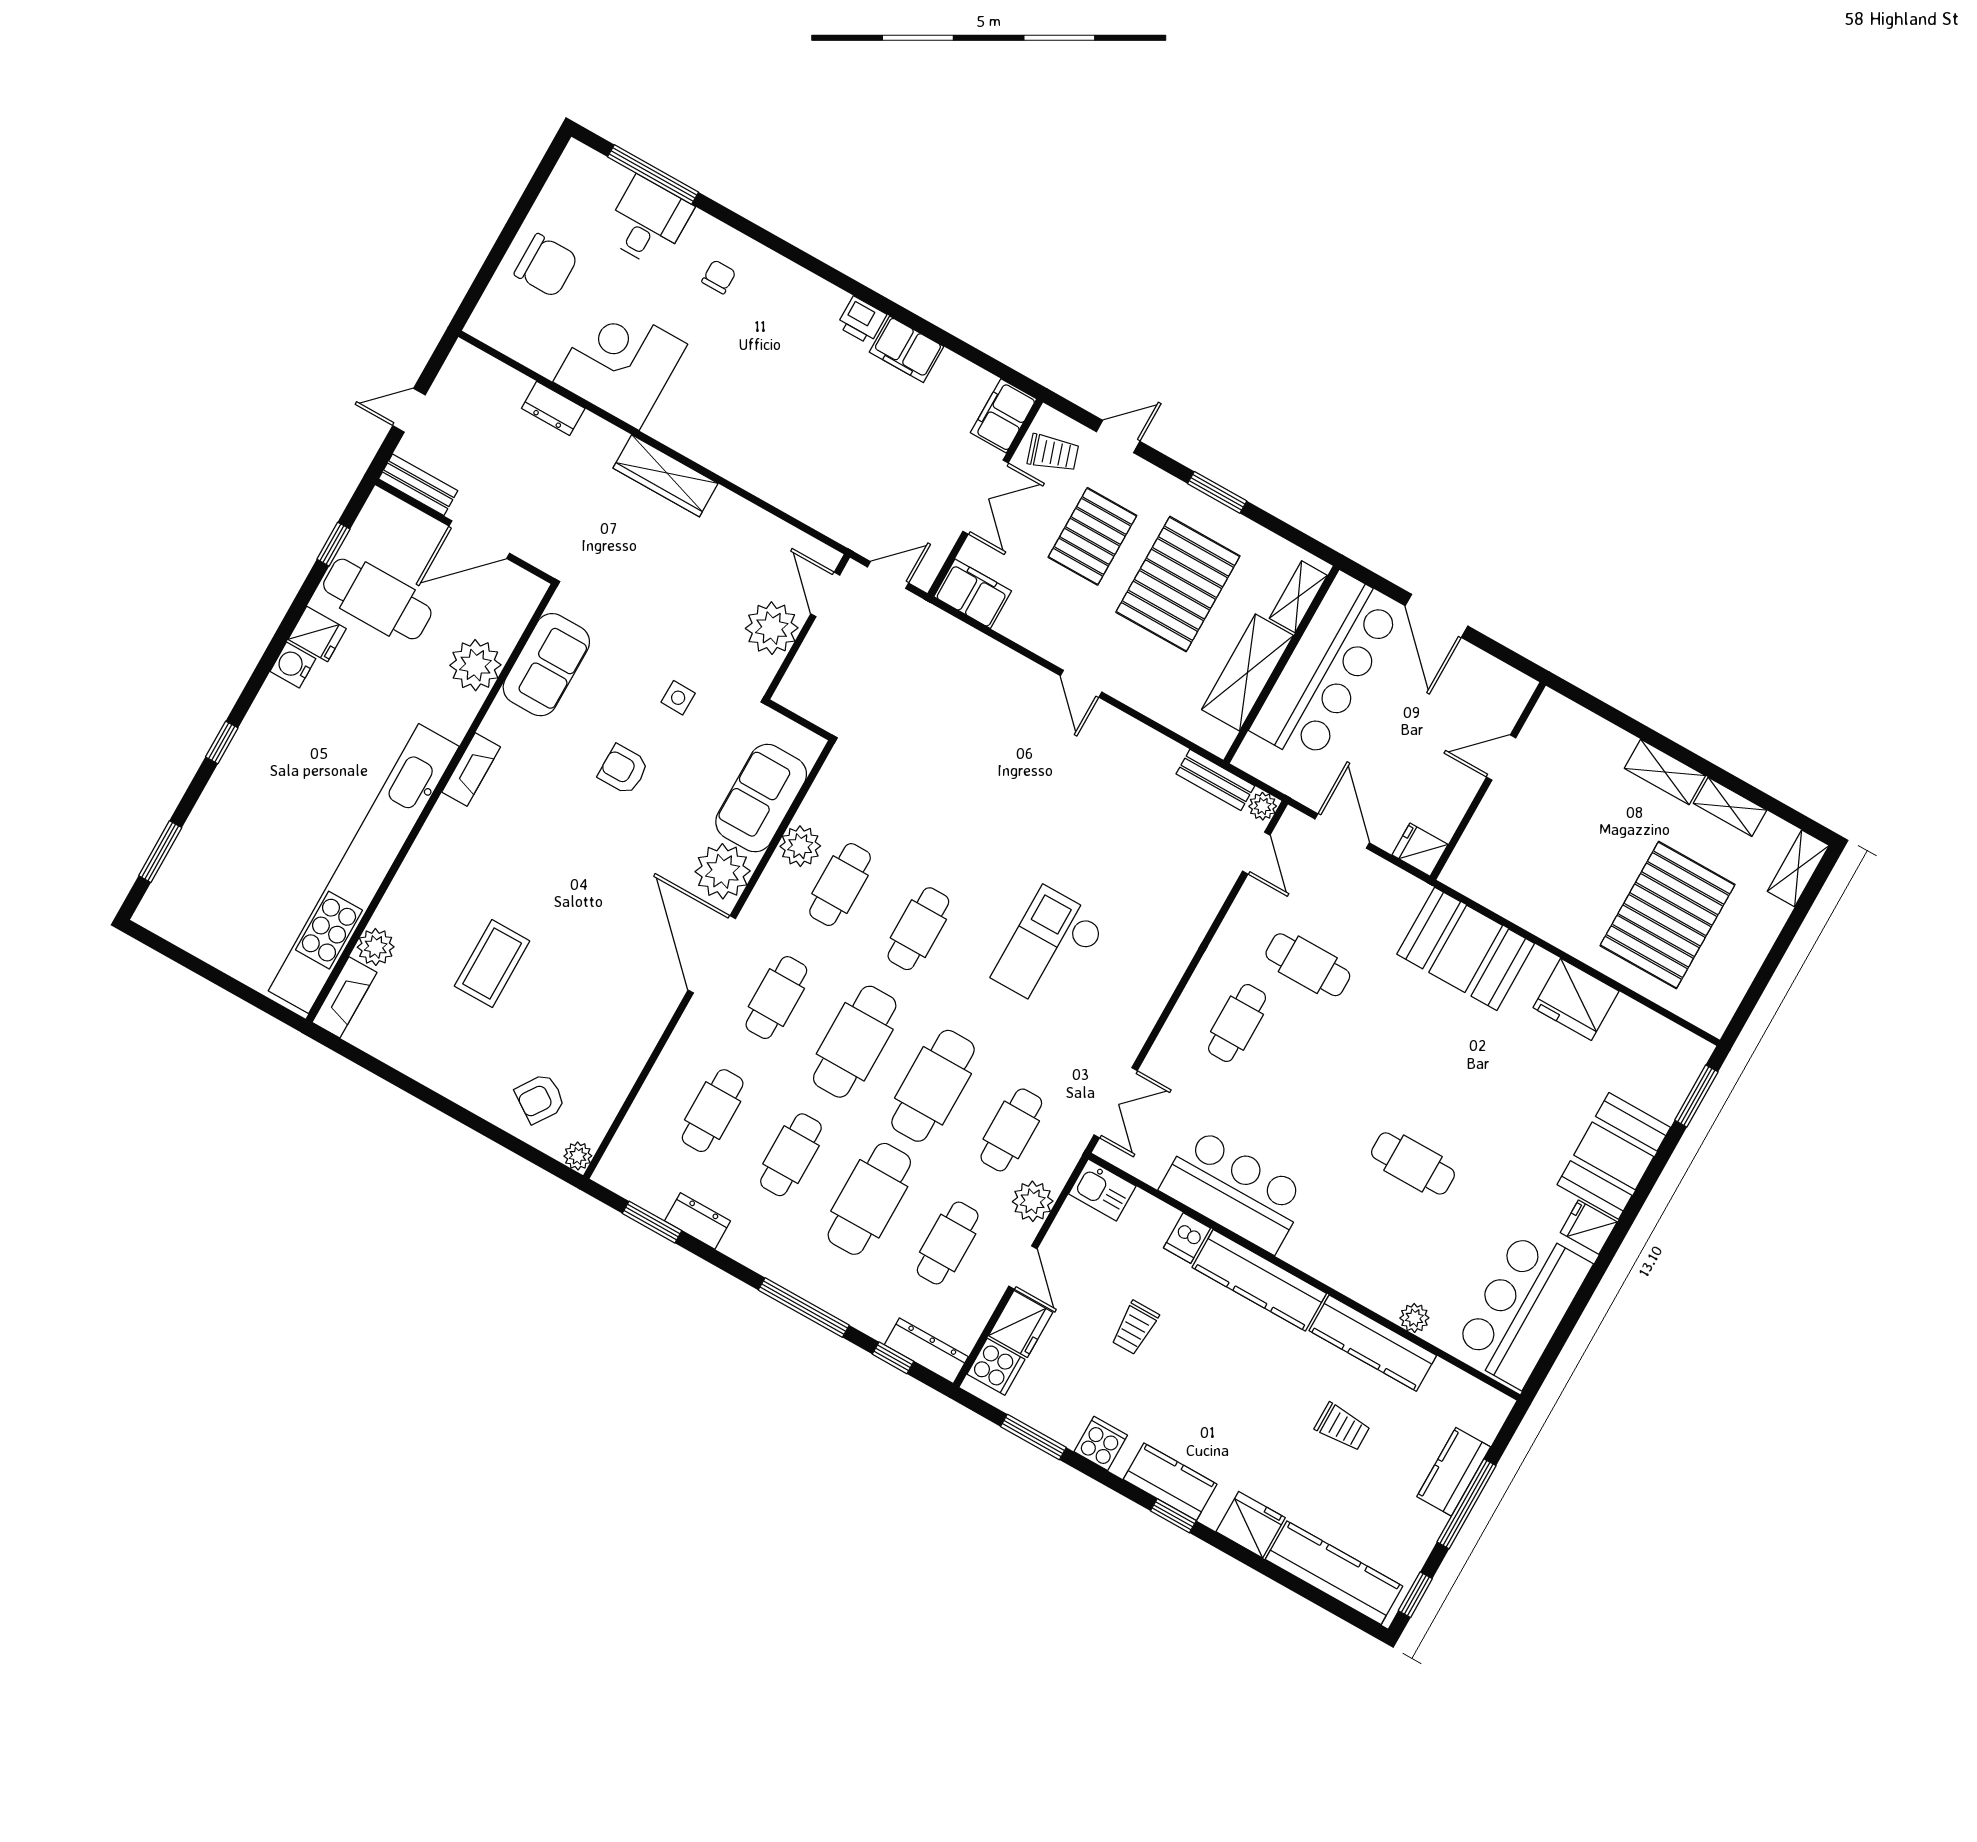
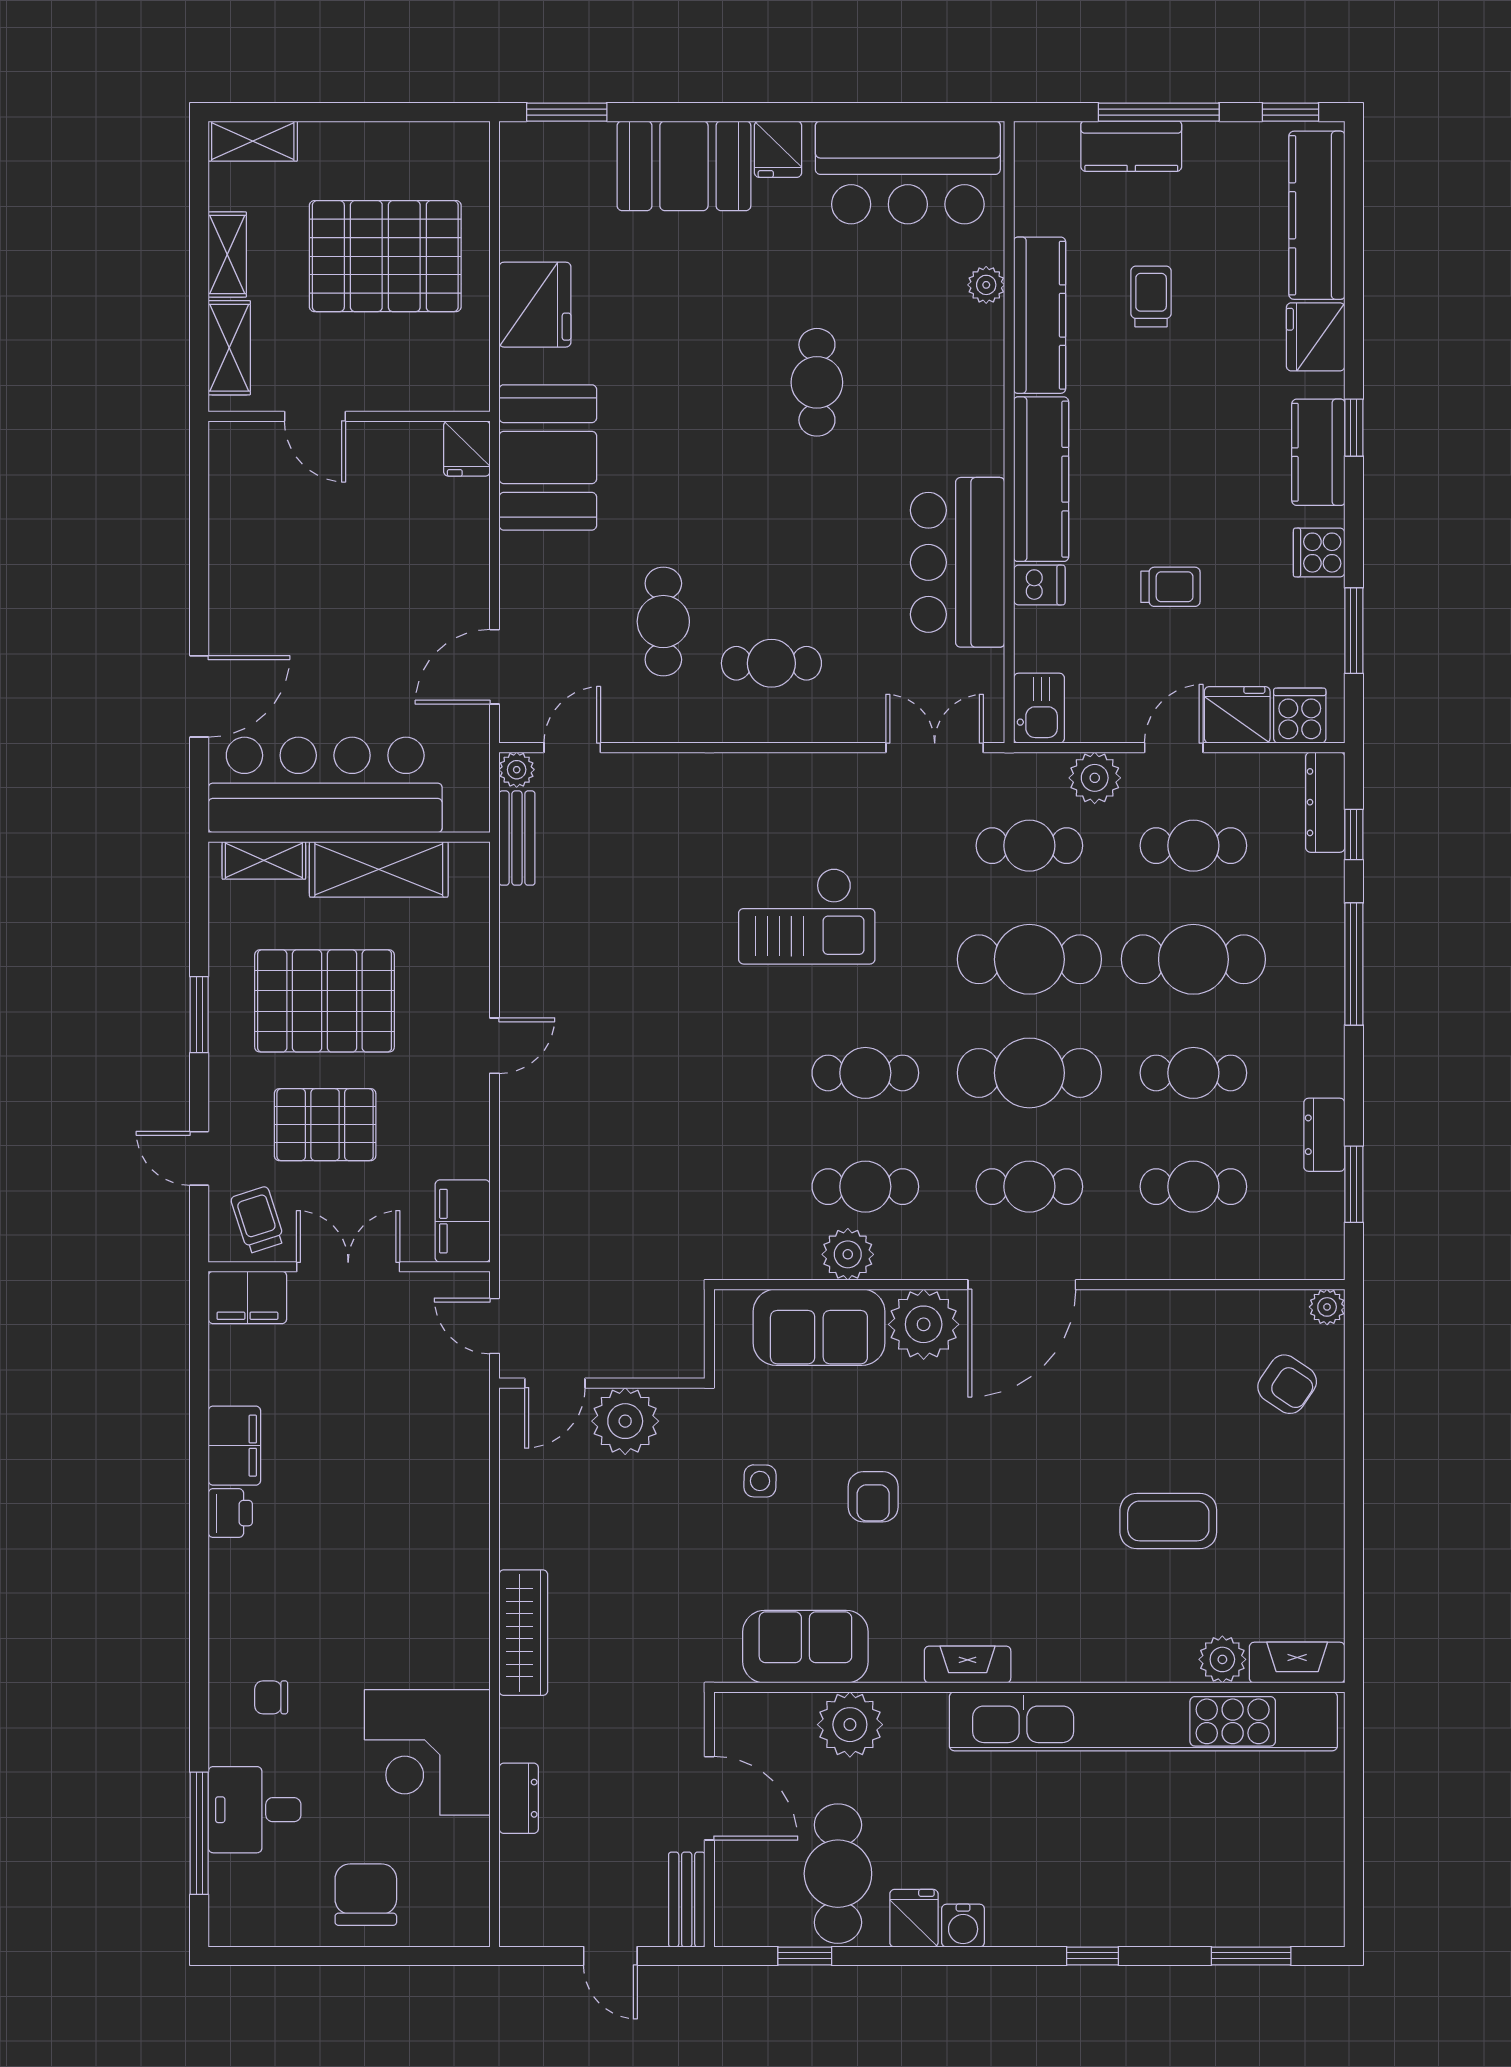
door: (1501, 757) -> (315, 416), moved
wall: (1488, 781) -> (349, 416), moved
fridge: (1420, 850) -> (467, 449), moved

